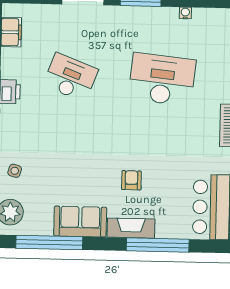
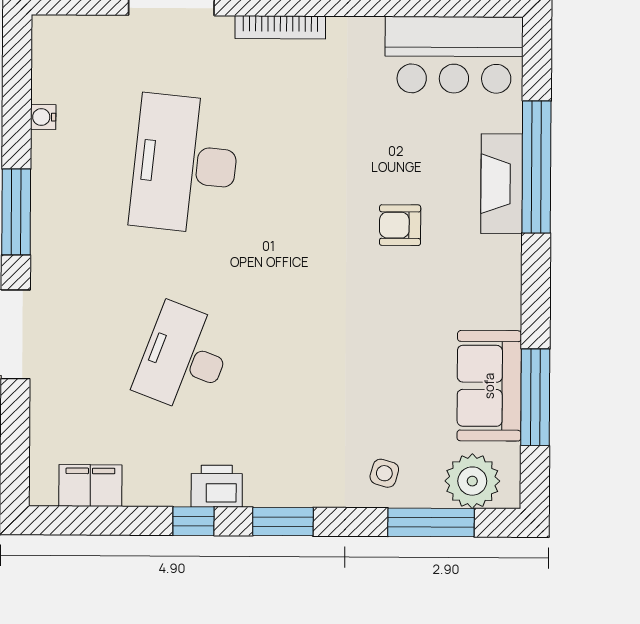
sofa: (80, 222) -> (489, 386), moved
fireplace: (131, 228) -> (502, 184), moved
window: (49, 243) -> (535, 397), width x0.68

